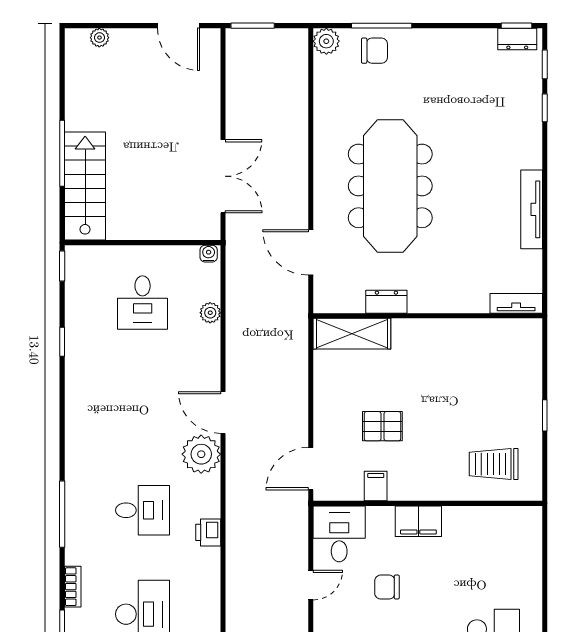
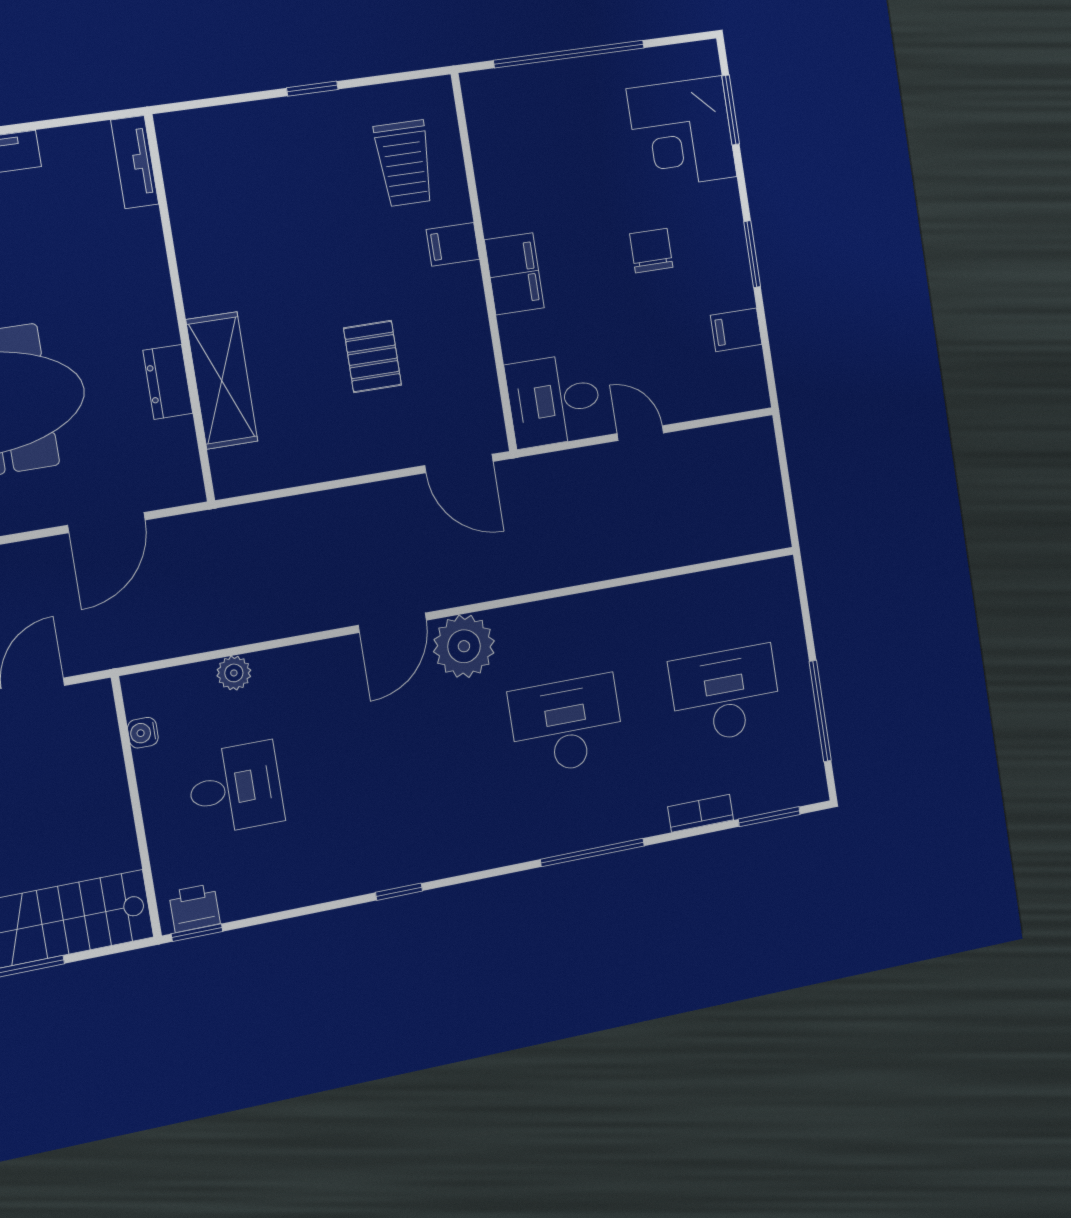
water cooler: (209, 254) -> (143, 733), moved
shelving: (352, 334) -> (222, 380), moved
window: (62, 342) -> (399, 892), moved
filing cabinet: (376, 486) -> (453, 244), moved
desk: (143, 510) -> (567, 725), width x1.37
printer: (208, 532) -> (195, 908), moved, turned 180
window: (545, 577) -> (569, 54), added
chair: (387, 587) -> (651, 251), moved, turned 180

